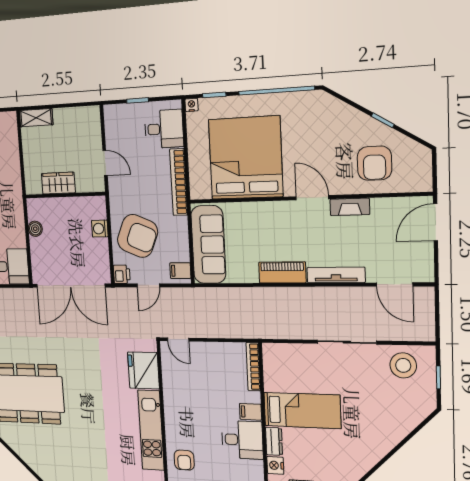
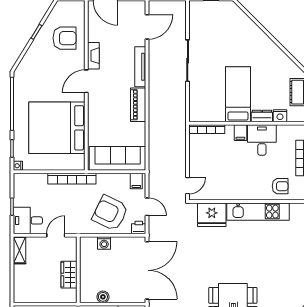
shelving: (36, 118) -> (20, 250), moved
desk: (164, 129) -> (28, 220), moved, turned -90
armchair: (138, 236) -> (110, 213), turned -87
stool: (403, 365) -> (203, 22), removed

